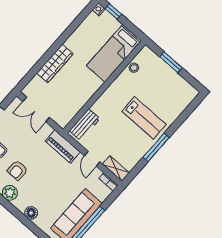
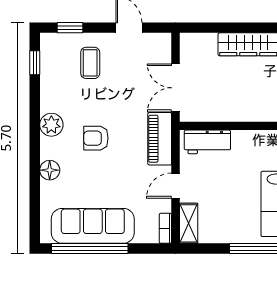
double door: (36, 109) -> (175, 88), moved
armchair: (17, 170) -> (96, 138), moved

